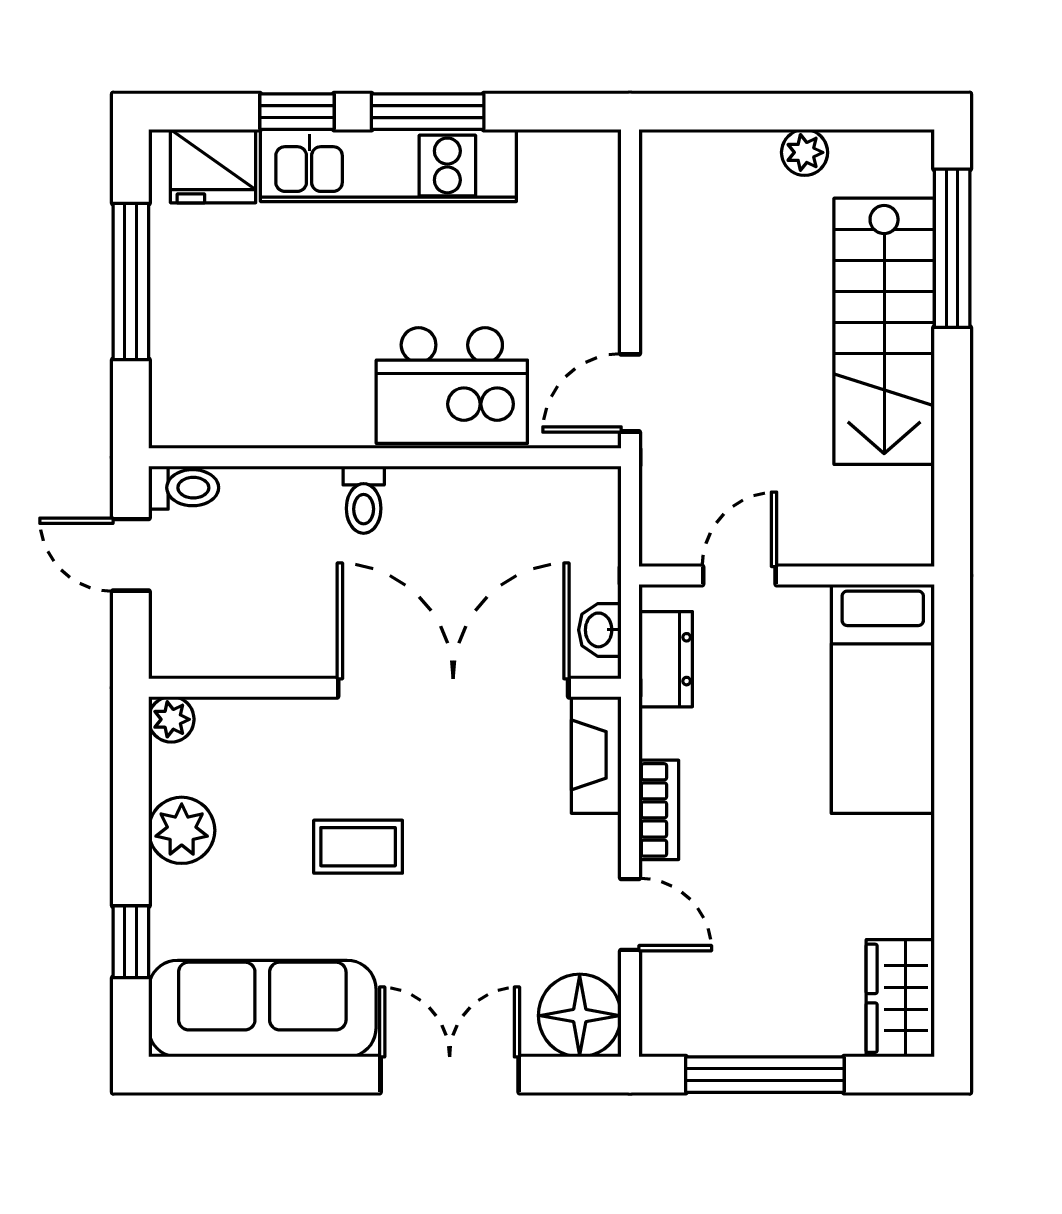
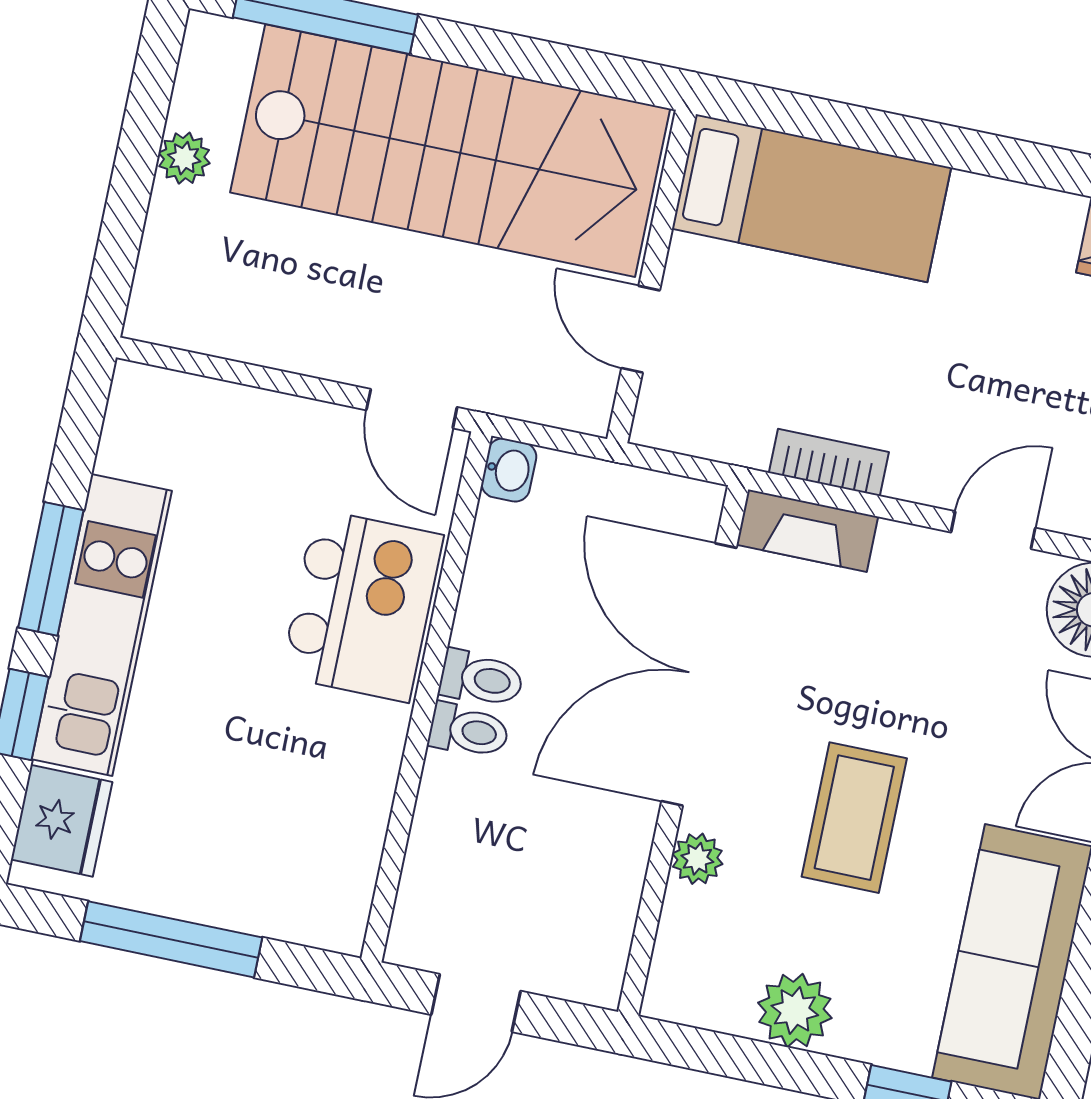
stairs: (884, 331) -> (450, 151), width x1.36, depth x1.51
toilet: (184, 488) -> (481, 679), moved, turned 90
washbasin: (600, 630) -> (509, 470), moved, turned -90
dresser: (666, 659) -> (717, 431), removed
plant: (171, 719) -> (697, 859), moved
bookcase: (659, 810) -> (829, 462), moved
coffee table: (358, 847) -> (854, 818), width x1.36, depth x1.30

